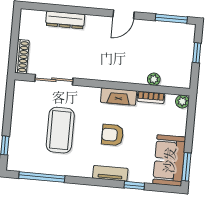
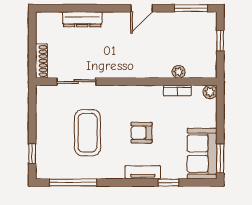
fireplace: (119, 96) -> (144, 93), removed

